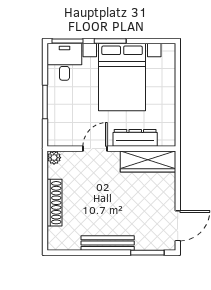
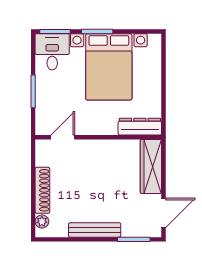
dresser: (135, 138) -> (140, 127), moved
door: (95, 149) -> (63, 137), moved
plant: (54, 158) -> (42, 222), moved
wardrobe: (148, 161) -> (151, 166), moved, turned 90

